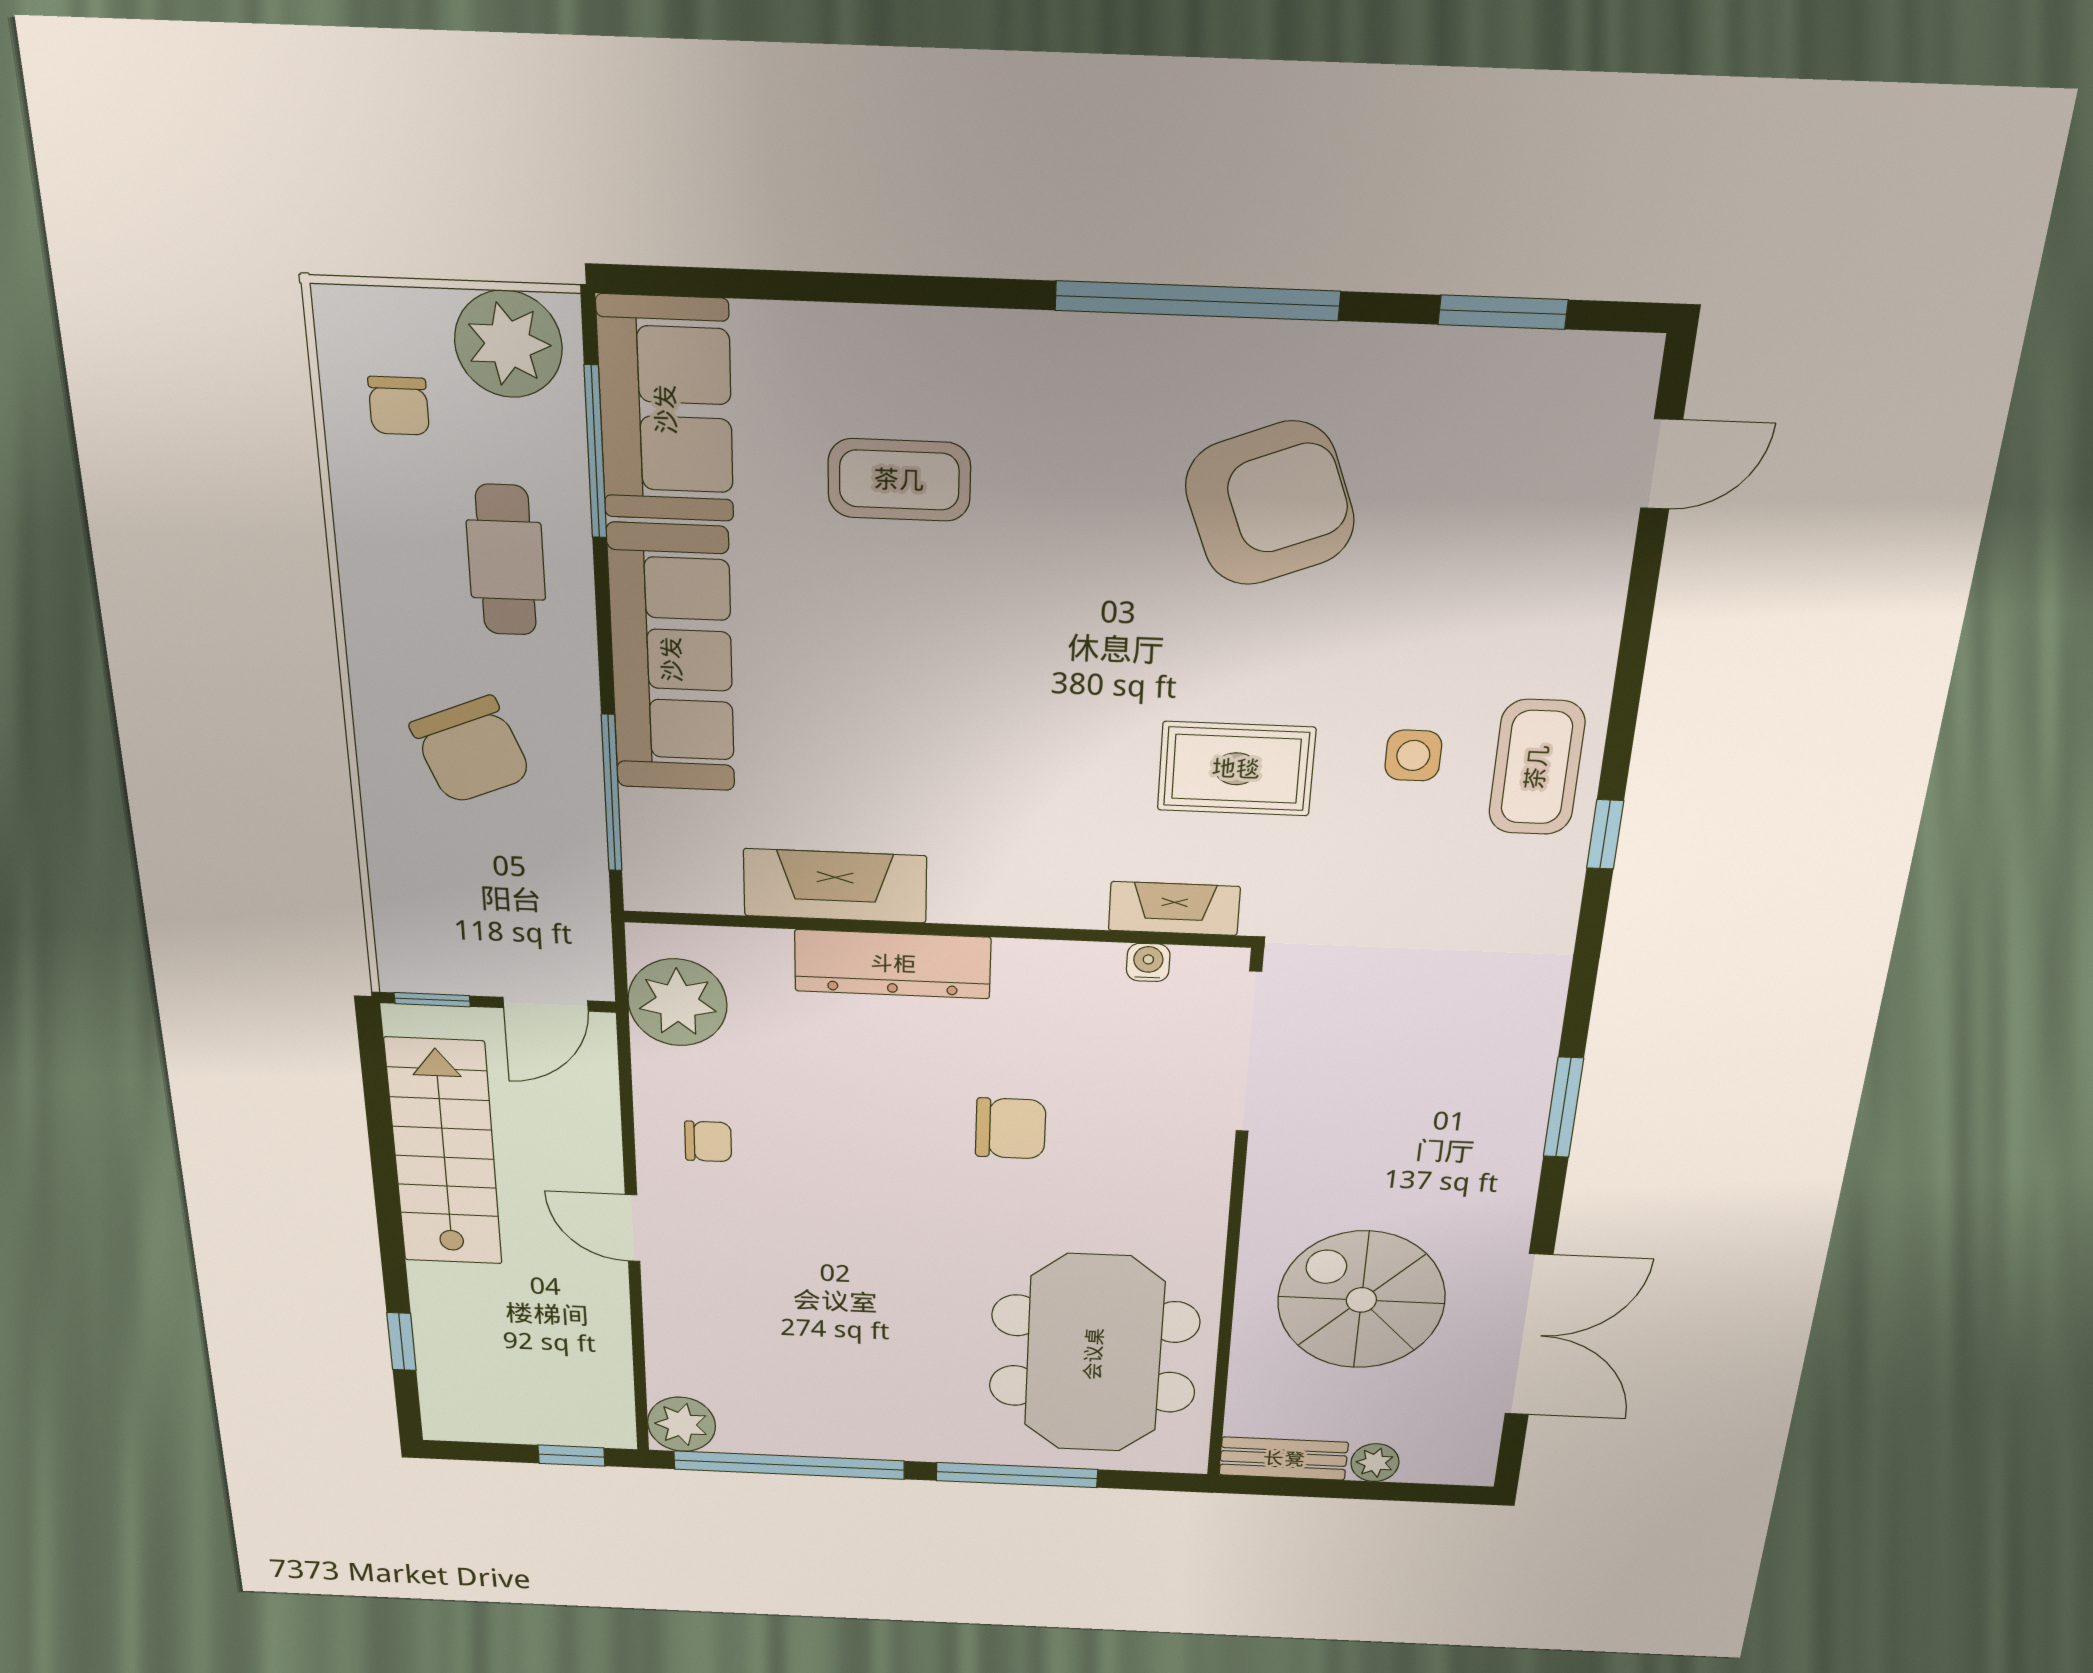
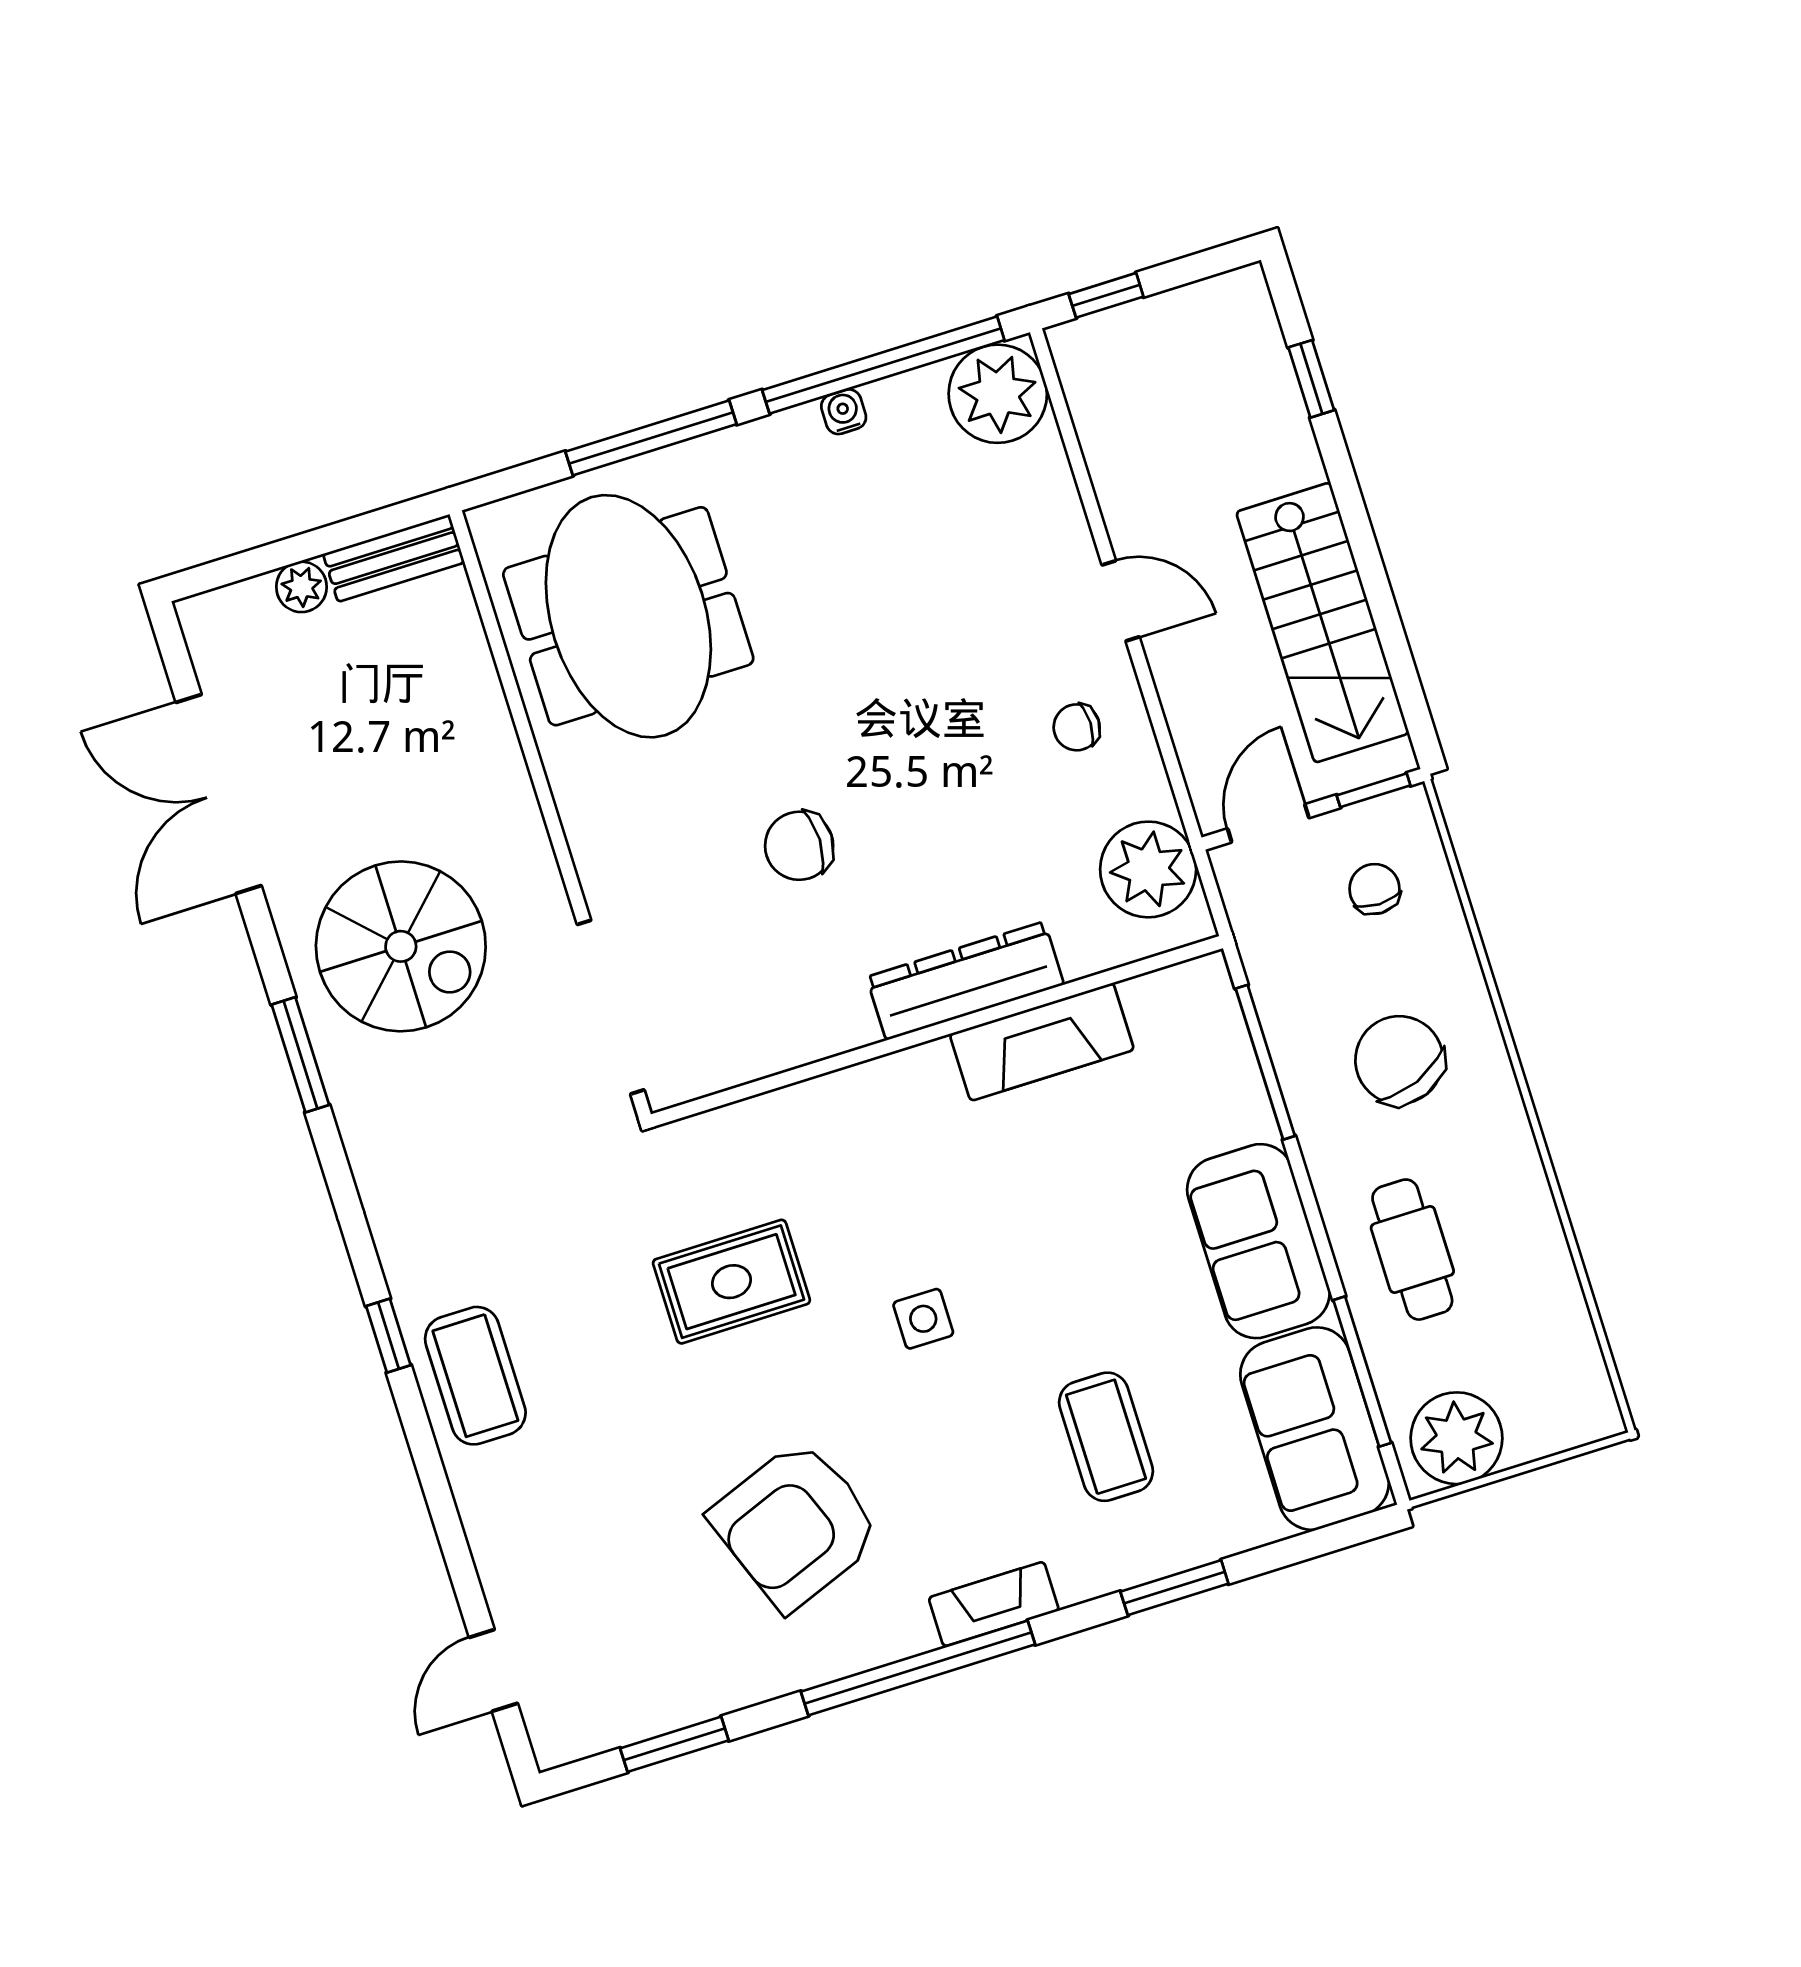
window: (877, 289) -> (1174, 1588), added
chair: (399, 406) -> (1374, 889), moved
coffee table: (899, 480) -> (1106, 1437), turned 90
sofa: (672, 659) -> (1258, 1241), width x0.73
side table: (1413, 755) -> (923, 1319), moved
fireplace: (1174, 908) -> (994, 1604), moved, turned 180
water cooler: (1148, 962) -> (844, 412), moved, turned 180
spiral stairs: (1361, 1300) -> (401, 946), moved
plant: (682, 1424) -> (998, 394), width x1.36, depth x1.36

